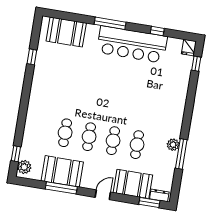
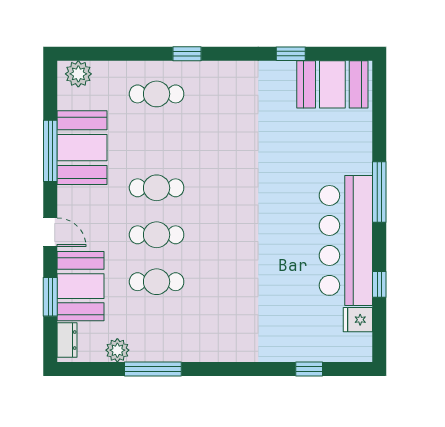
booth: (66, 32) -> (332, 84), moved, turned 90
fridge: (189, 48) -> (358, 320), moved
window: (196, 64) -> (309, 369), moved
cafe table: (65, 133) -> (157, 94), moved
plant: (173, 145) -> (117, 350), moved
window: (16, 154) -> (187, 54), moved
window: (149, 202) -> (50, 297), moved

